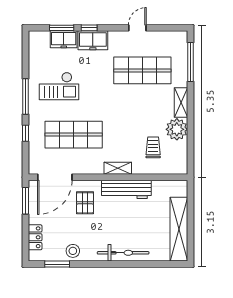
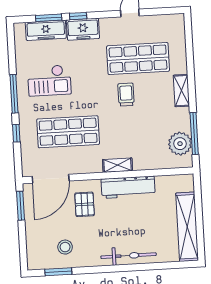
freezer: (64, 39) -> (46, 30), width x1.40
window: (191, 62) -> (194, 134), moved
plant: (177, 129) -> (180, 144), moved
trolley: (153, 147) -> (126, 95), moved
locker: (35, 237) -> (33, 244), removed
stool: (73, 251) -> (65, 247), moved

